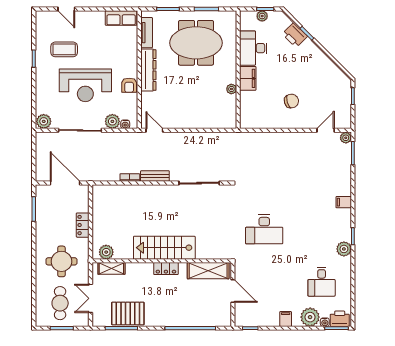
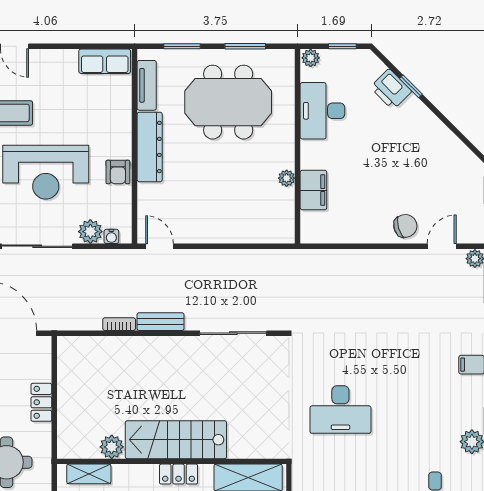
plant: (262, 16) -> (311, 58), moved
filing cabinet: (248, 78) -> (313, 190), moved
chair: (291, 101) -> (405, 226), moved
plant: (106, 252) -> (112, 447), moved

